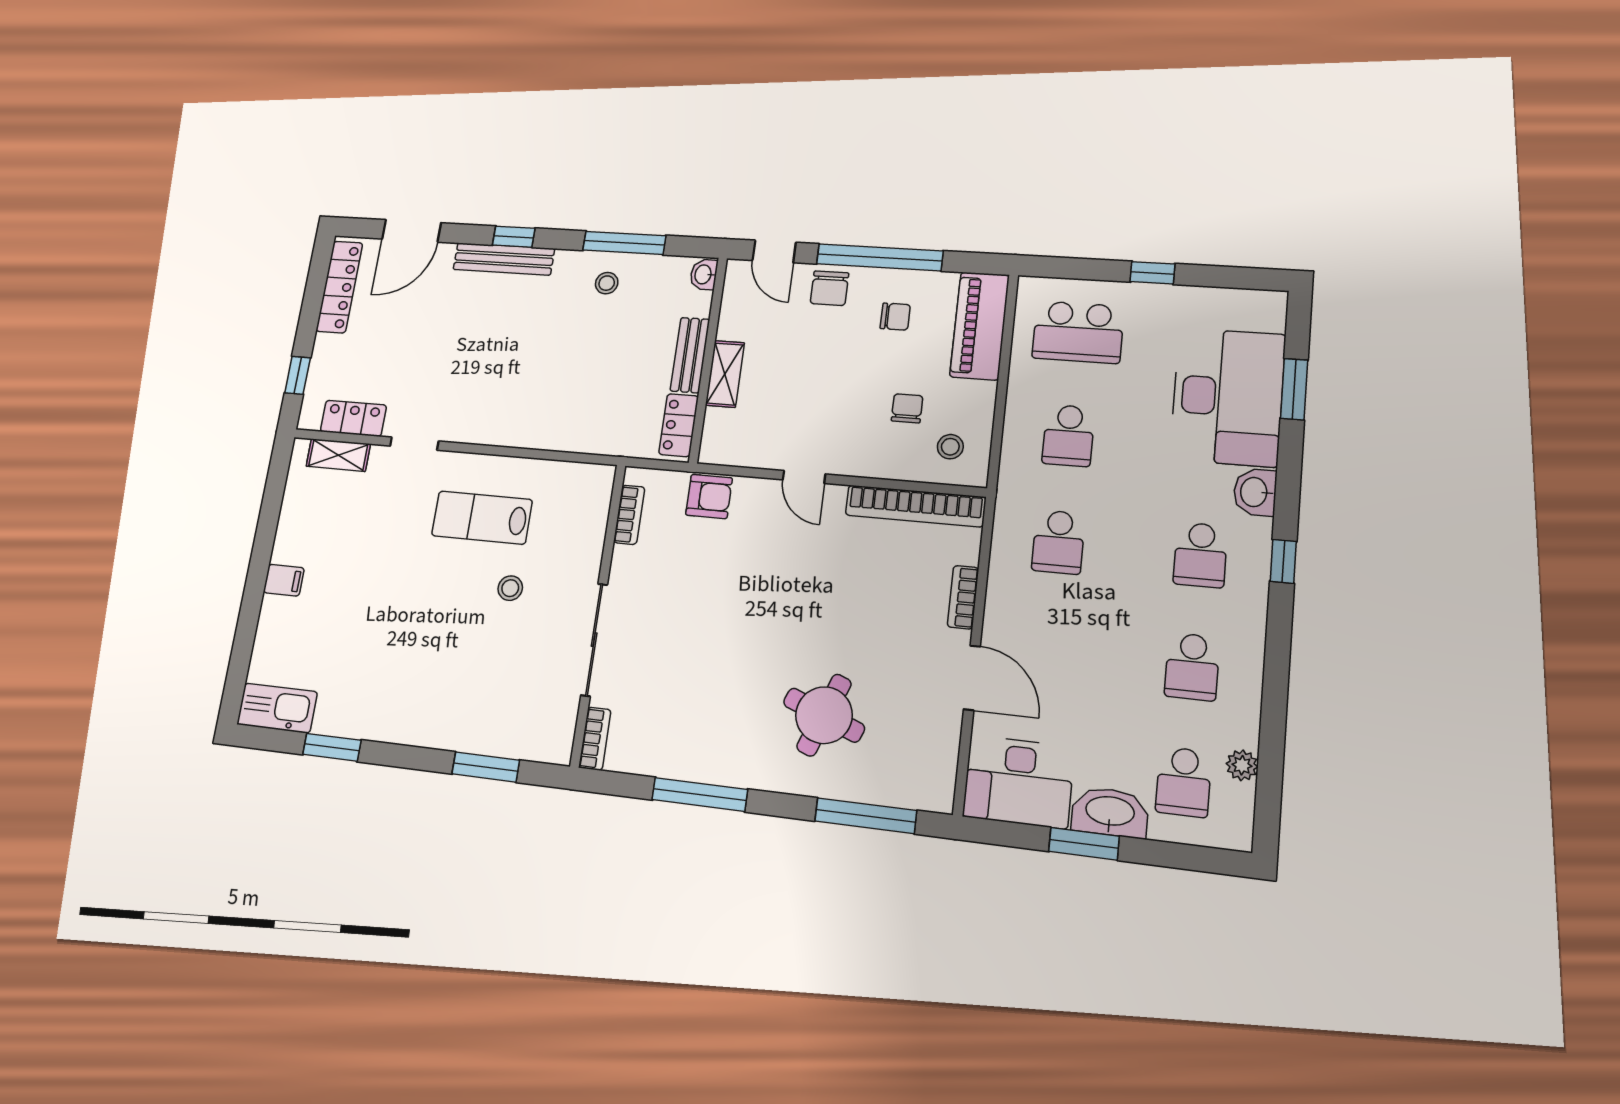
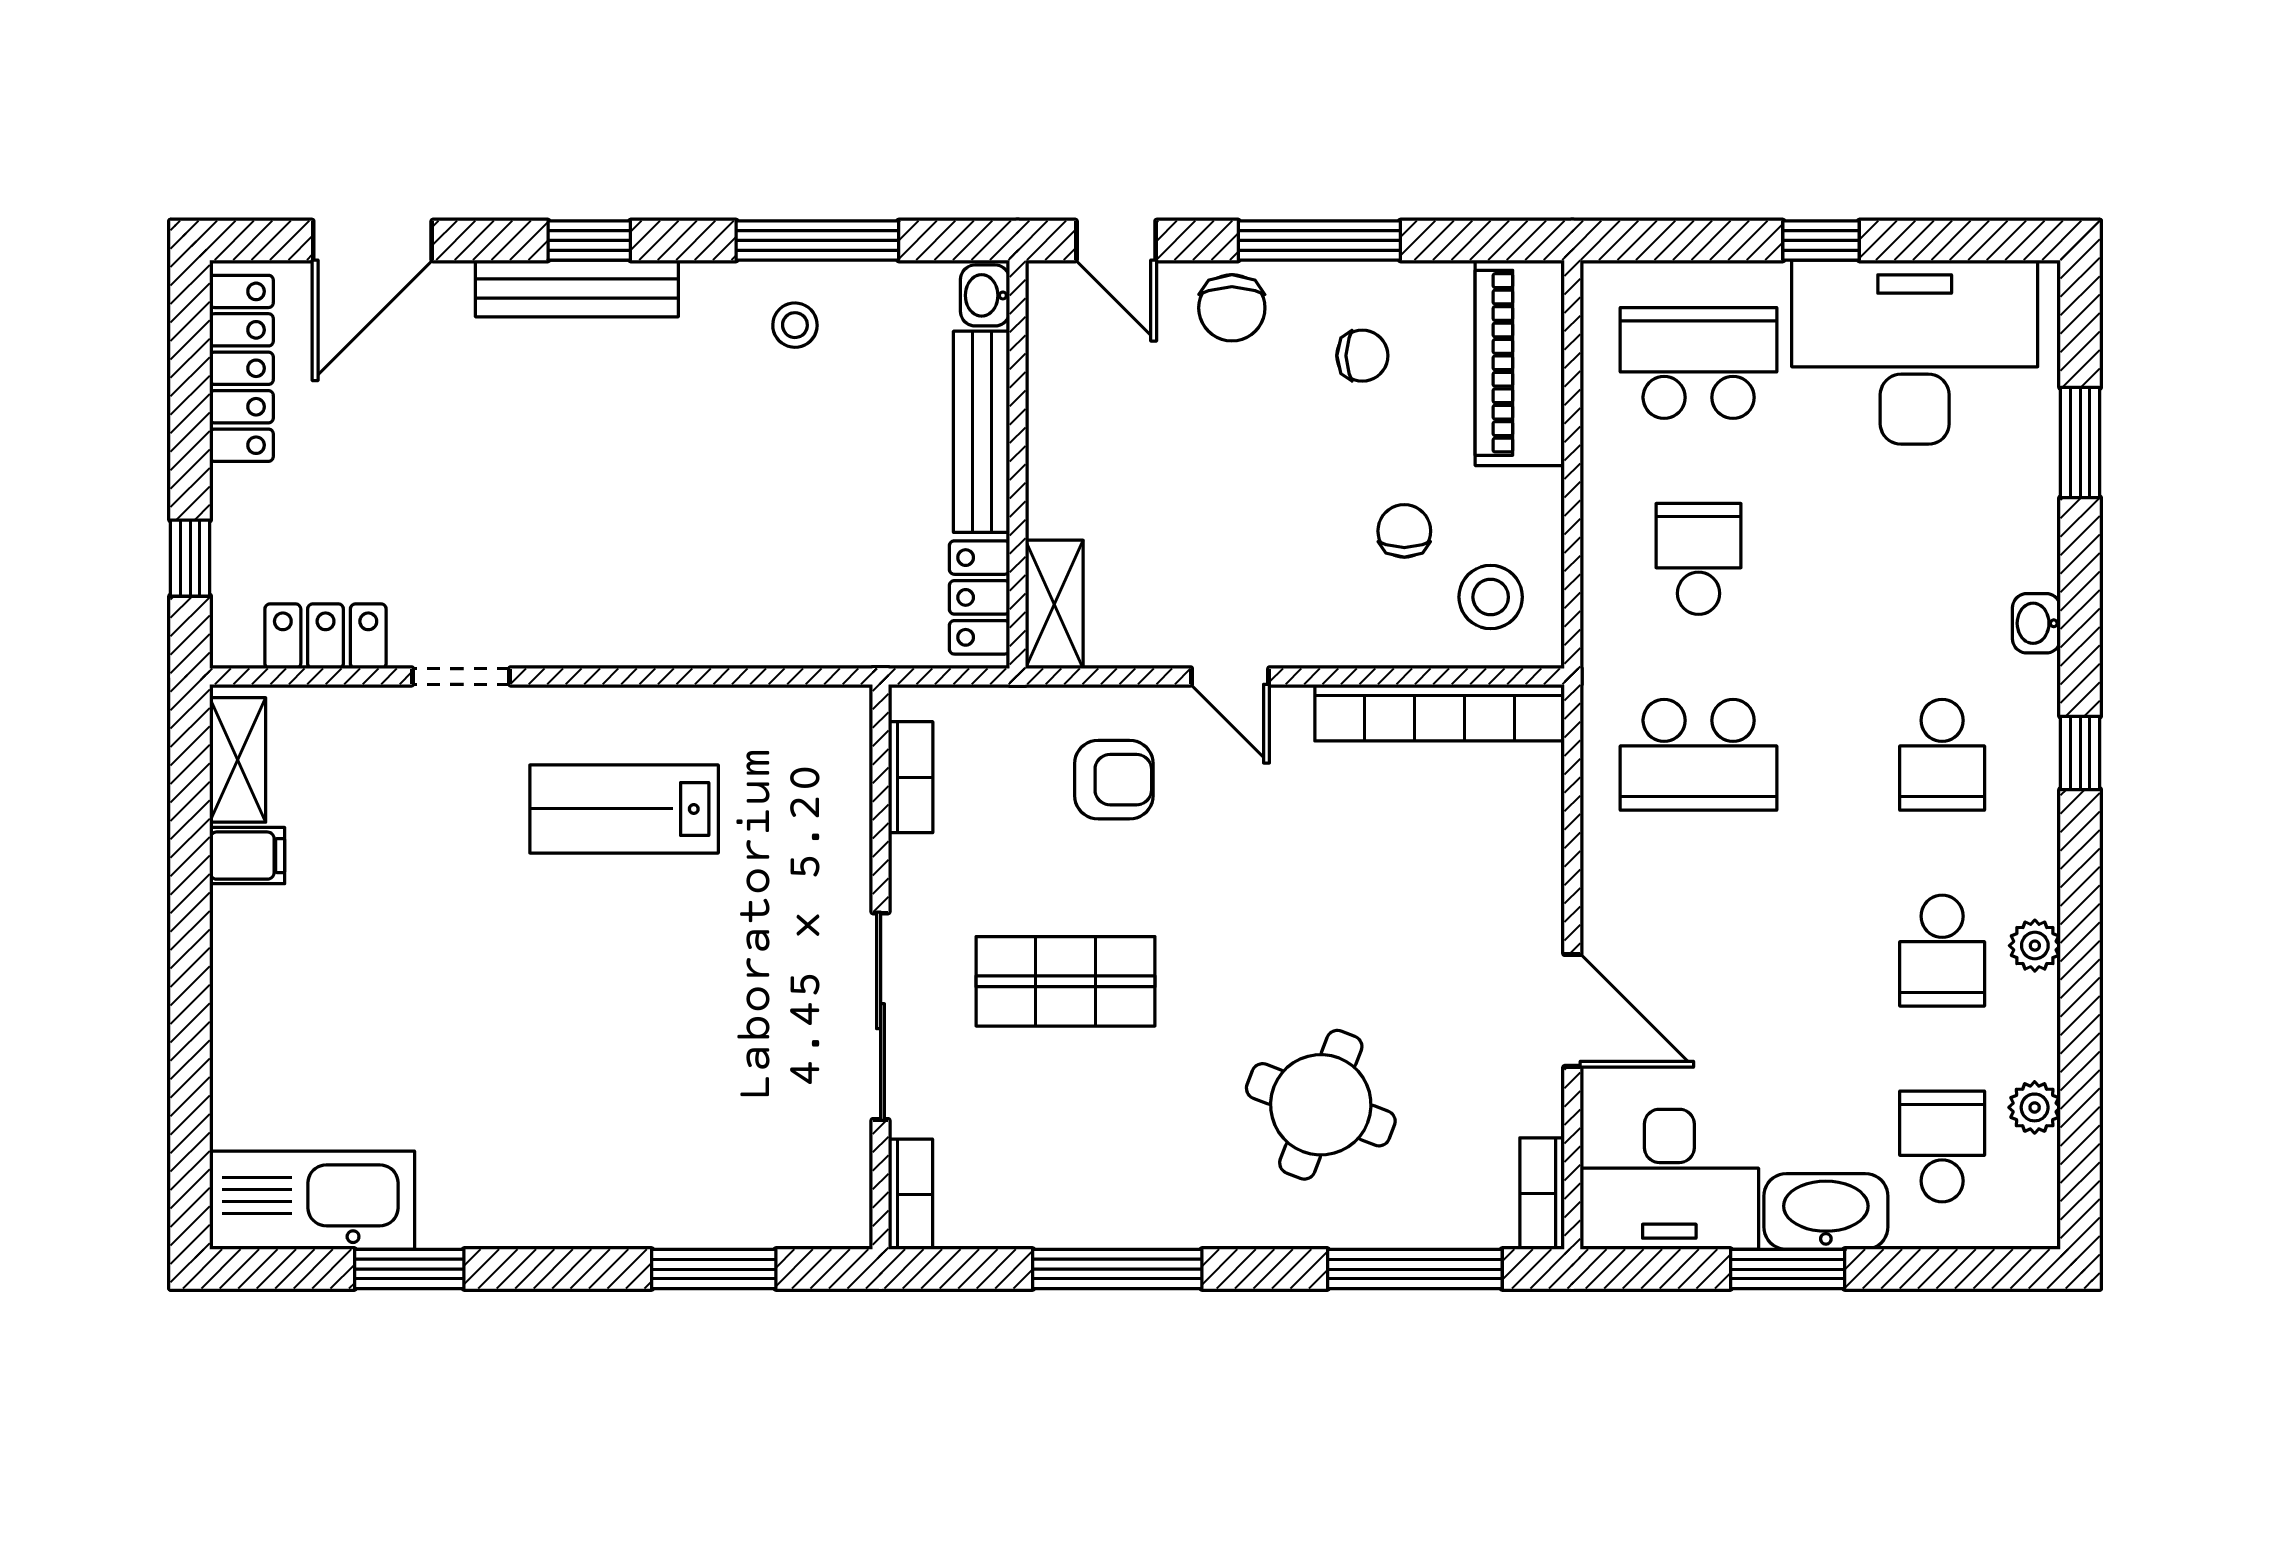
window: (880, 257) -> (1319, 240), width x0.68
school desk: (1078, 332) -> (1699, 363), turned 180
bench: (690, 355) -> (982, 432), width x1.36
shelving: (725, 374) -> (1054, 604), moved
desk: (1228, 397) -> (1915, 352), moved, turned -90
school desk: (1068, 436) -> (1699, 559), turned 180
stool: (950, 447) -> (1491, 597), width x1.37, depth x1.37
shelving: (338, 455) -> (238, 760), moved, turned 90
washbasin: (1255, 492) -> (2036, 623), width x0.72, depth x0.69
armchair: (709, 496) -> (1114, 780), moved
school desk: (1058, 542) -> (1699, 755), width x1.85
filing cabinet: (284, 580) -> (247, 856), moved
stool: (510, 588) -> (703, 937), removed
bookcase: (963, 597) -> (1542, 1194), moved
shop shelf: (694, 631) -> (1066, 981), added
plant: (1249, 670) -> (2035, 946), added
kitchen sink: (277, 708) -> (312, 1200), width x1.36, depth x1.24
school desk: (1184, 782) -> (1942, 1146), turned 180

